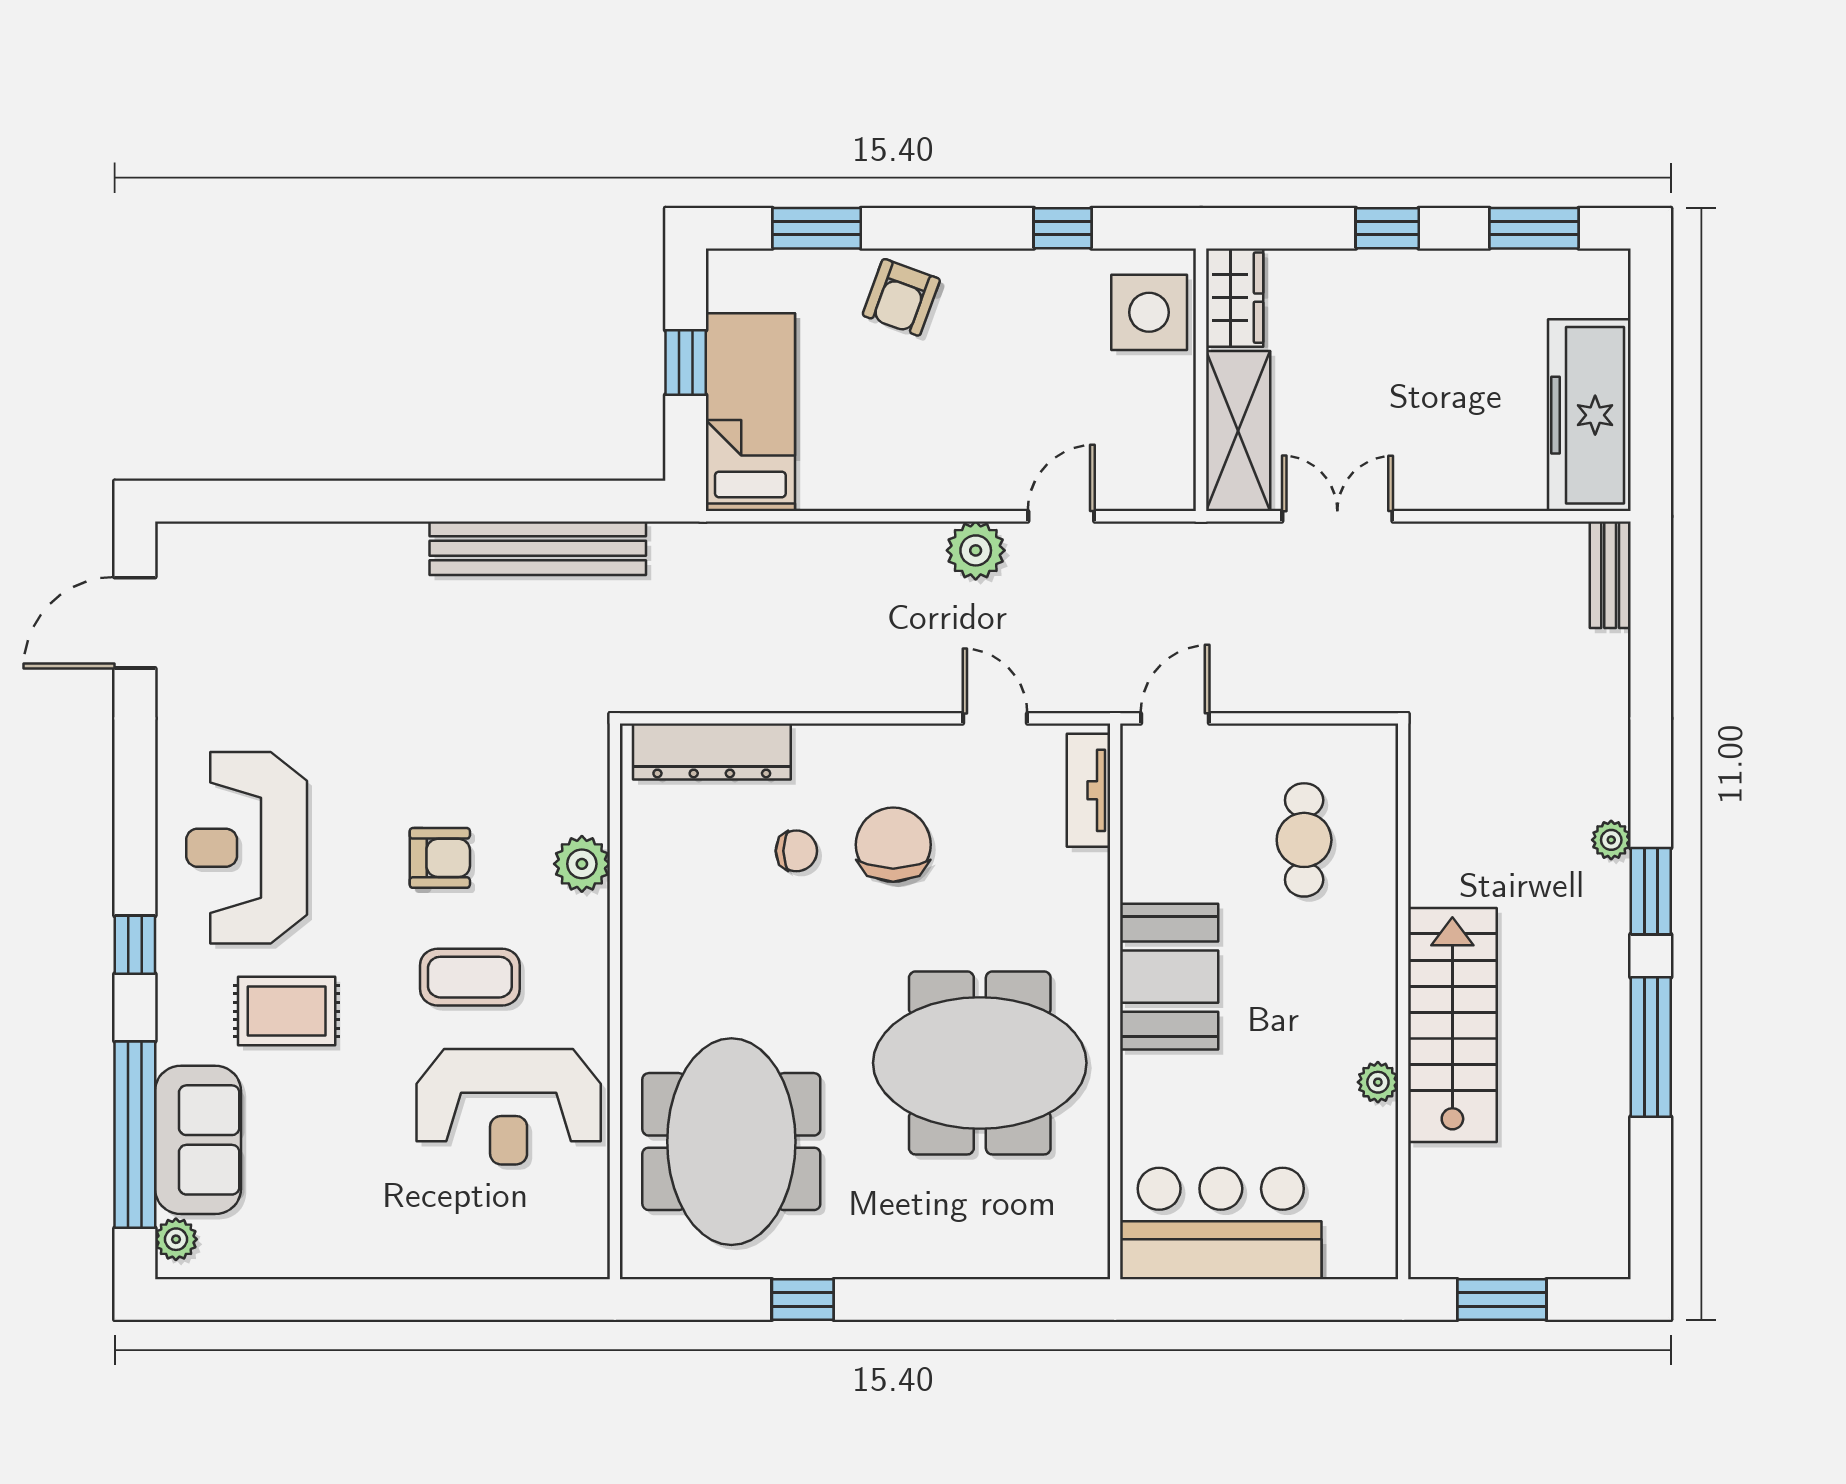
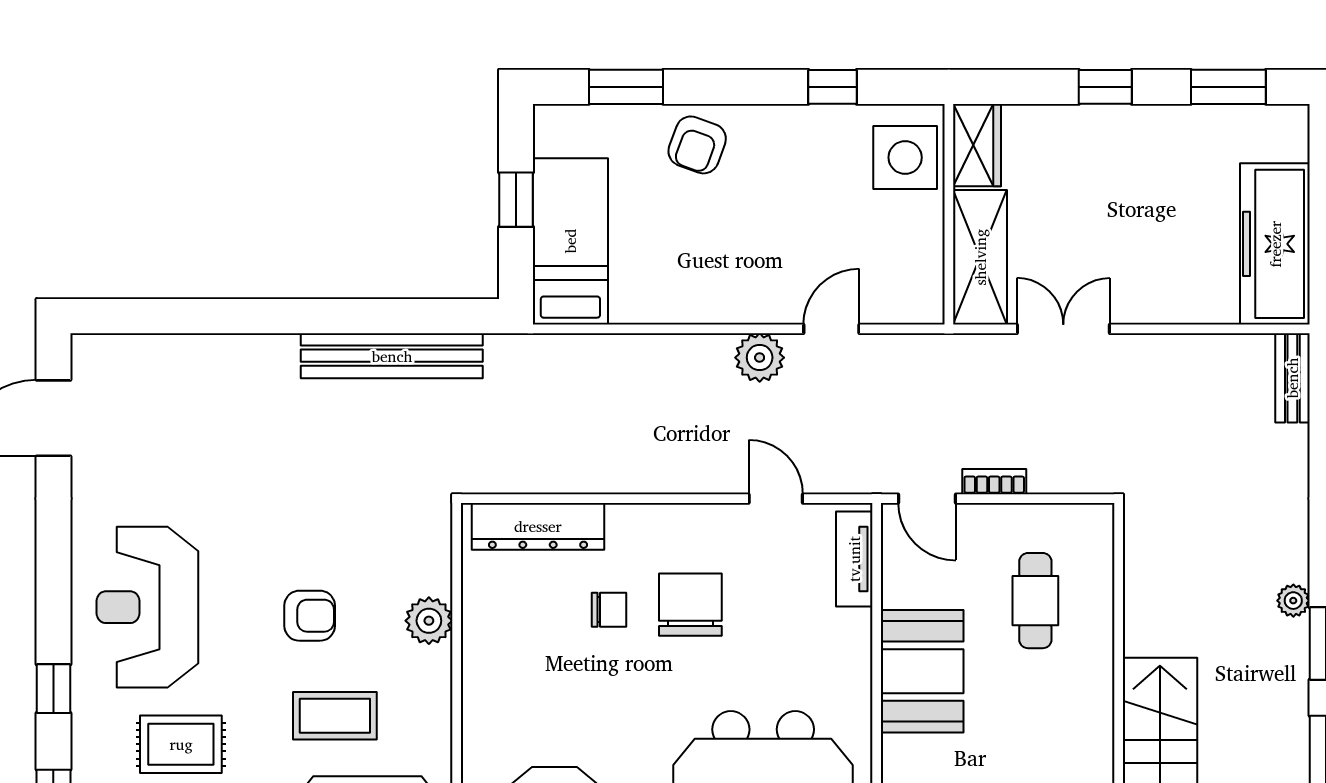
bookcase: (1255, 698) -> (994, 482), added
door: (1175, 718) -> (927, 499), swing flipped
booth: (1169, 977) -> (922, 671), moved

